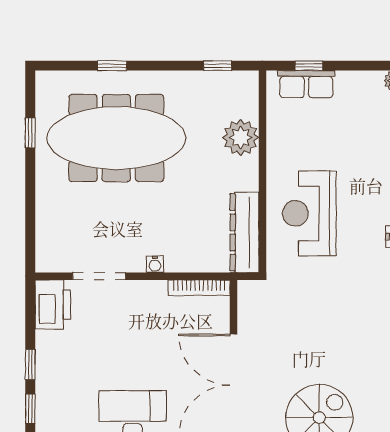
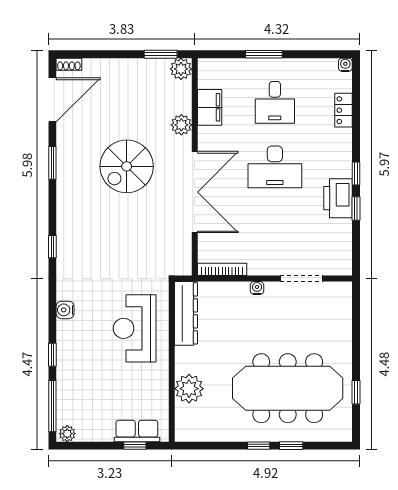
window: (218, 66) -> (259, 446), moved
reception desk: (309, 213) -> (135, 328), turned 180
printer: (53, 305) -> (338, 198), moved

